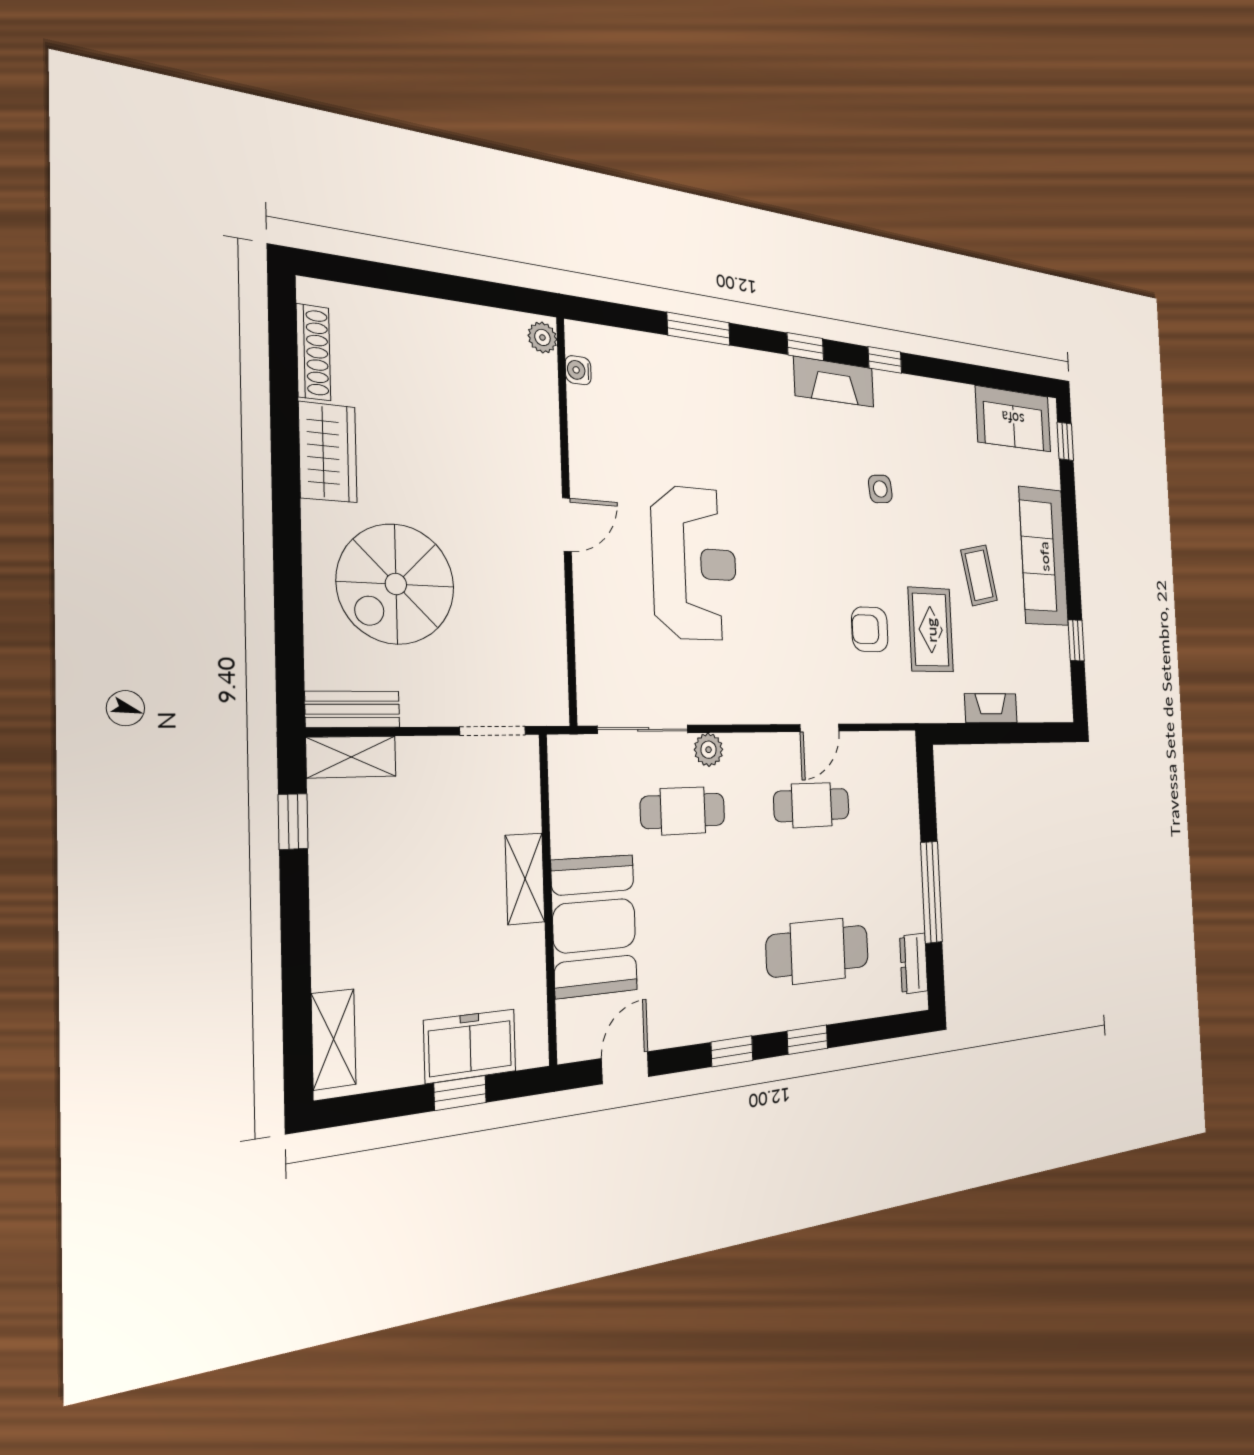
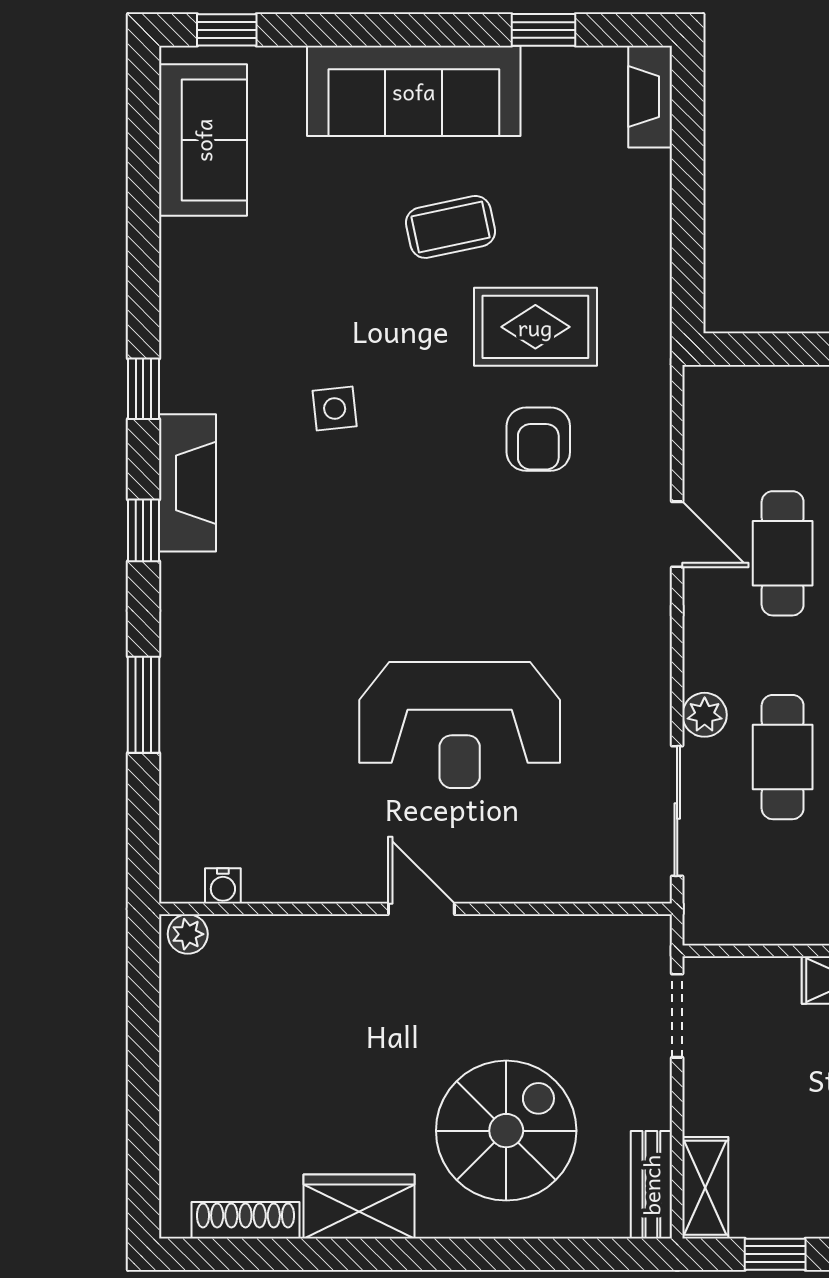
reception desk: (695, 563) -> (460, 725), turned 180
spiral stairs: (396, 584) -> (506, 1131), turned -90
fireplace: (991, 708) -> (650, 97), moved

